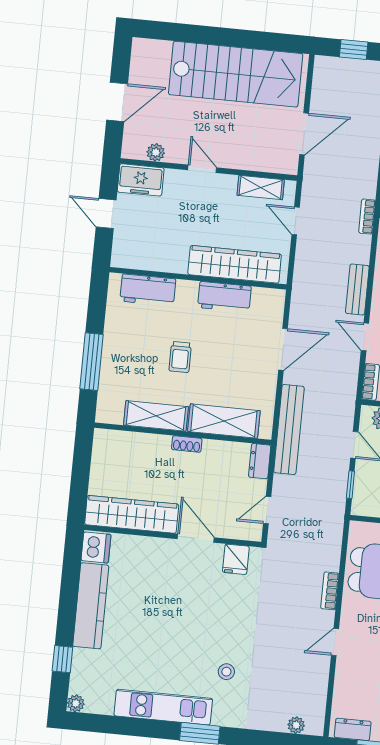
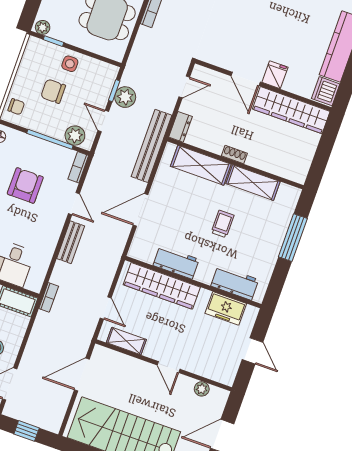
freezer: (141, 180) -> (226, 308), moved, turned 180
plant: (335, 480) -> (125, 97), added
fridge: (236, 559) -> (275, 75), moved

